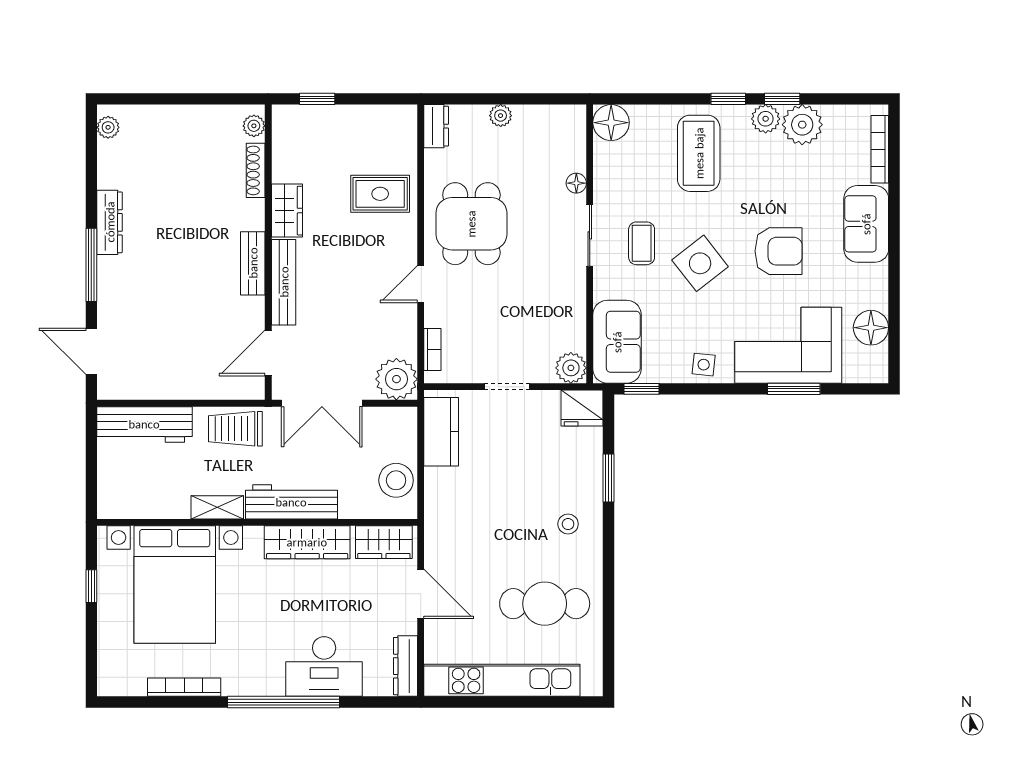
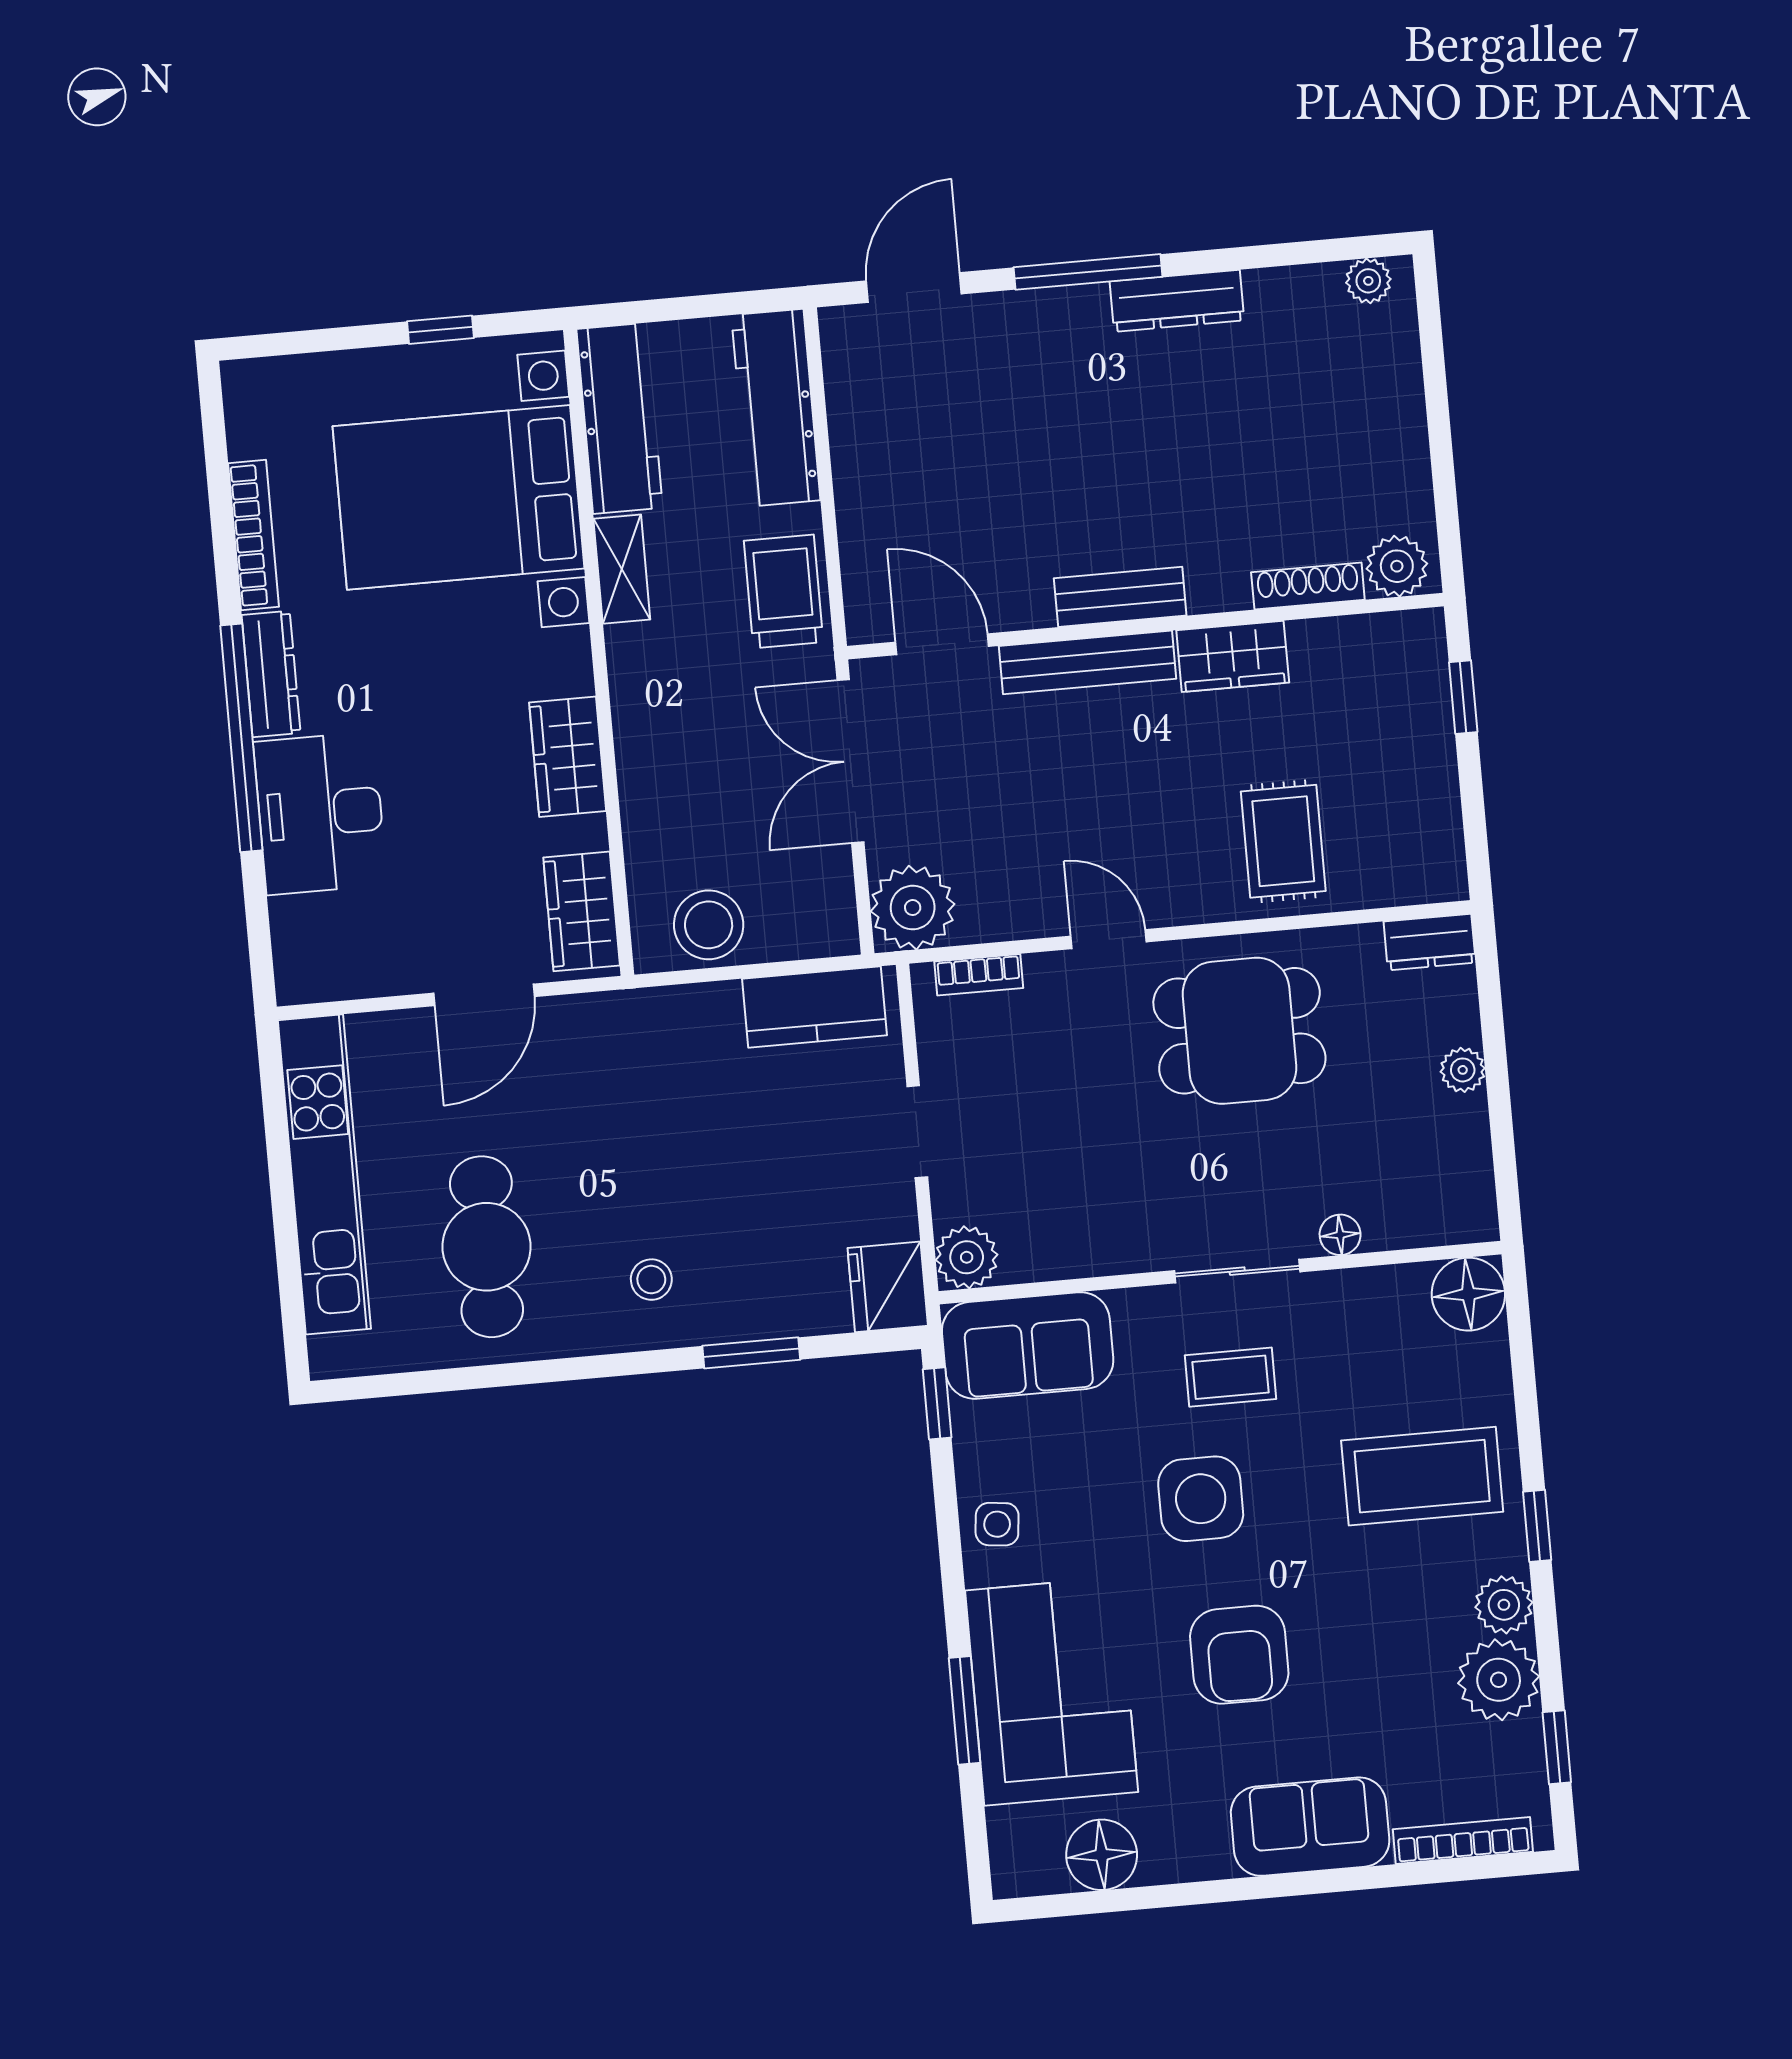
window: (782, 99) -> (1557, 1747), moved
plant: (254, 126) -> (1397, 566), width x1.38, depth x1.38
side table: (700, 263) -> (1201, 1499), turned 38
workbench: (291, 502) -> (620, 418), moved
wardrobe: (307, 542) -> (568, 757), width x0.67
dresser: (405, 666) -> (271, 674), moved, turned 90

